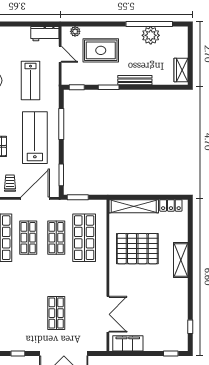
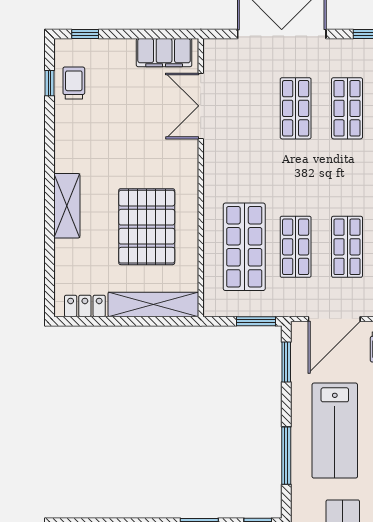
pallet: (137, 249) -> (147, 227), turned 90
shop shelf: (28, 313) -> (347, 108), added
trolley: (177, 327) -> (74, 83), added

